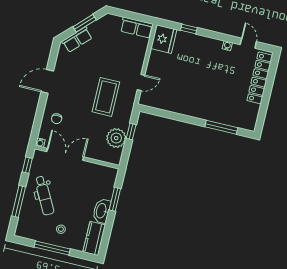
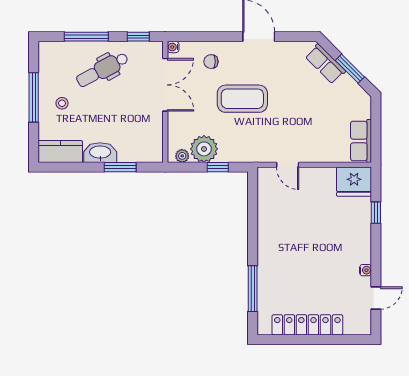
locker: (260, 78) -> (307, 325), moved
coffee table: (106, 97) -> (242, 99), moved
plant: (117, 154) -> (182, 156), added

